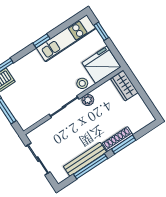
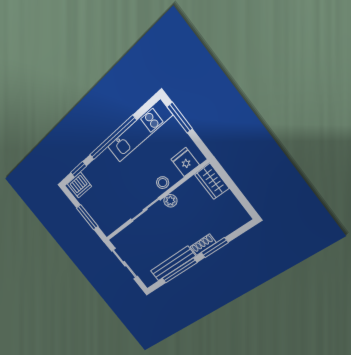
window: (101, 31) -> (180, 118), width x1.50
window: (41, 41) -> (113, 138), width x3.17
fridge: (101, 65) -> (185, 162), width x0.53, depth x0.75
shoe rack: (118, 139) -> (203, 245), width x0.70

